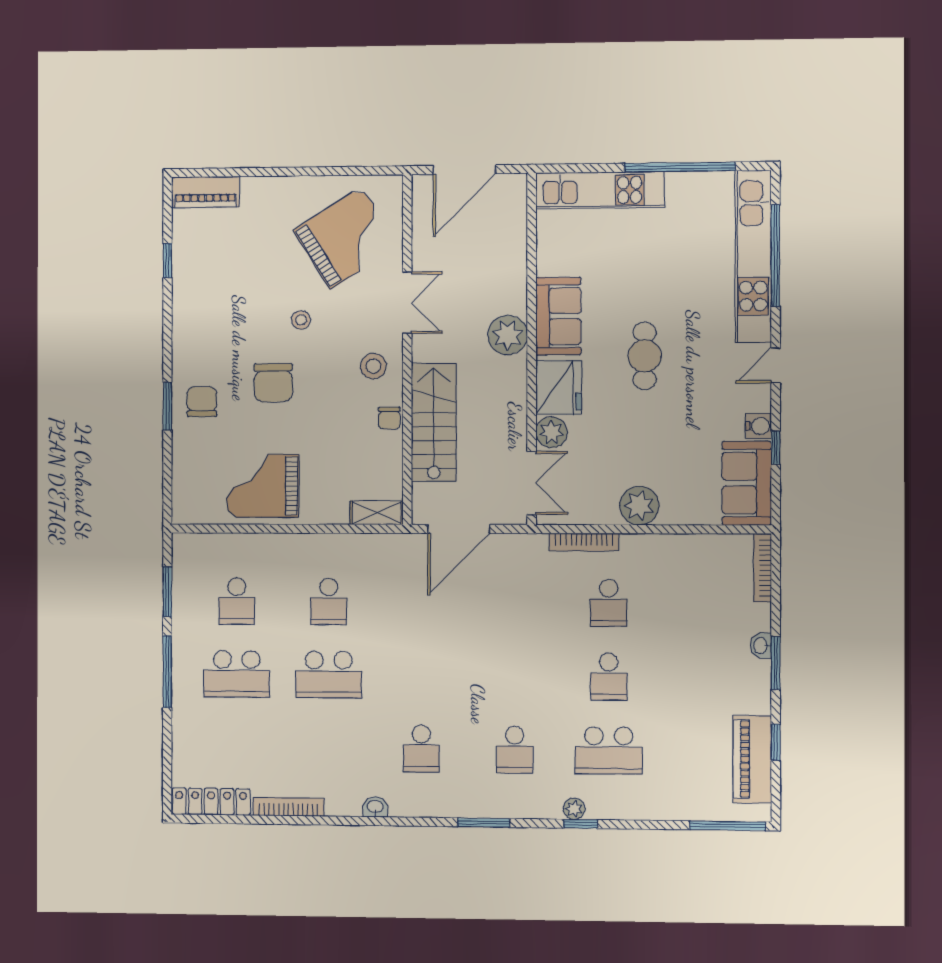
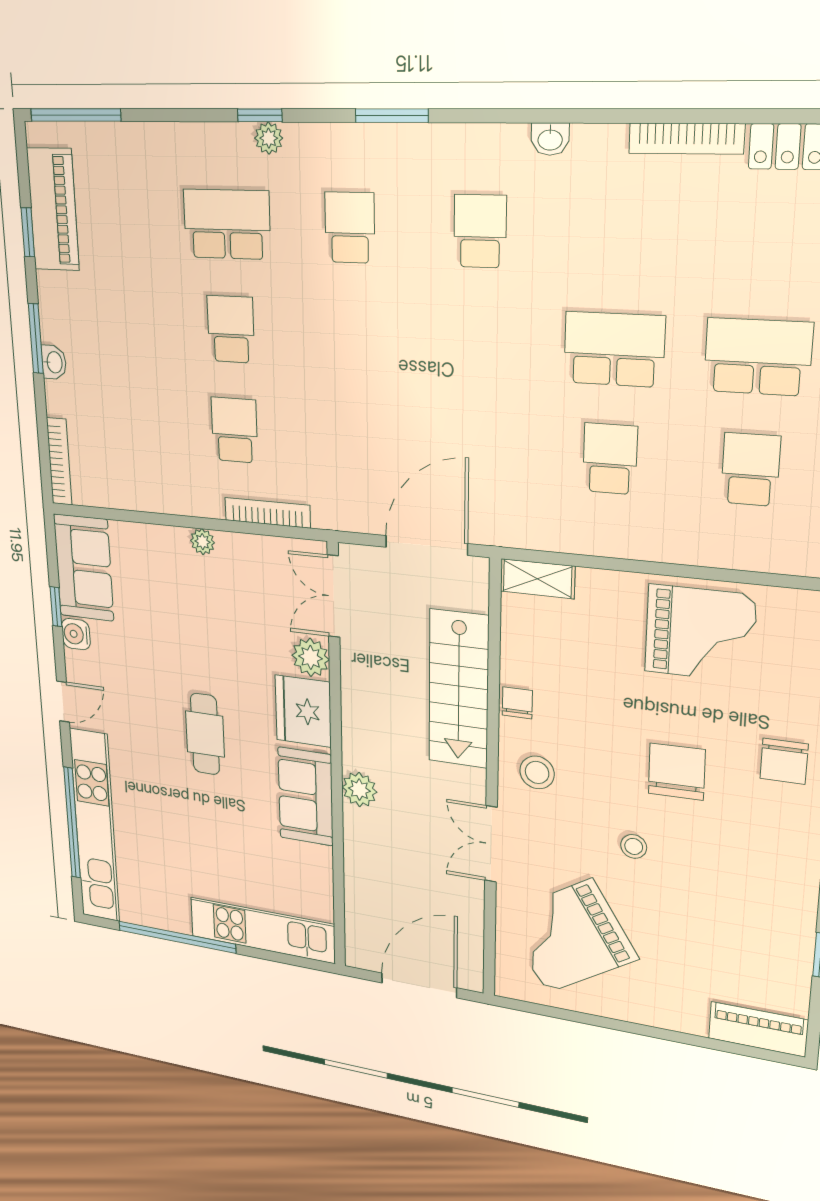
plant: (508, 335) -> (359, 790), width x0.73, depth x0.73
plant: (639, 506) -> (202, 542), width x0.53, depth x0.53

